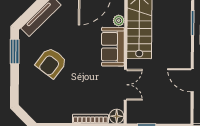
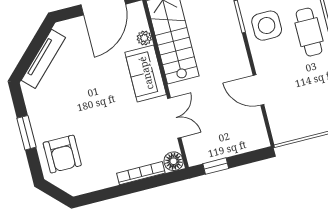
window: (15, 52) -> (26, 133), moved
armchair: (51, 63) -> (62, 154), moved, turned -37

